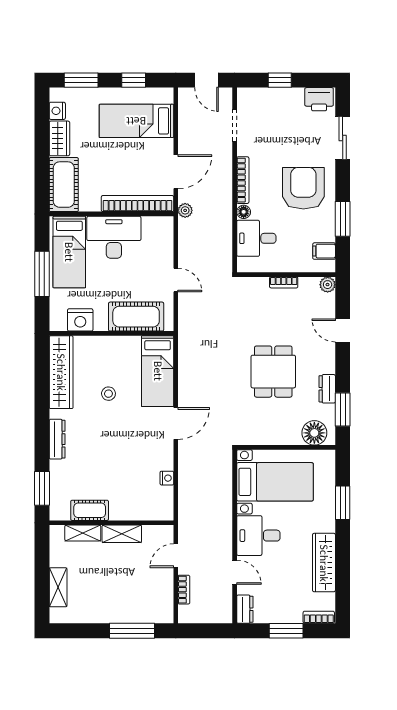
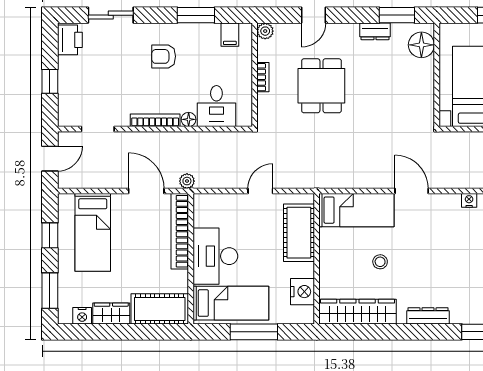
armchair: (303, 188) -> (164, 56), width x0.53, depth x0.53
dining table: (273, 372) -> (321, 86), moved, turned 90

